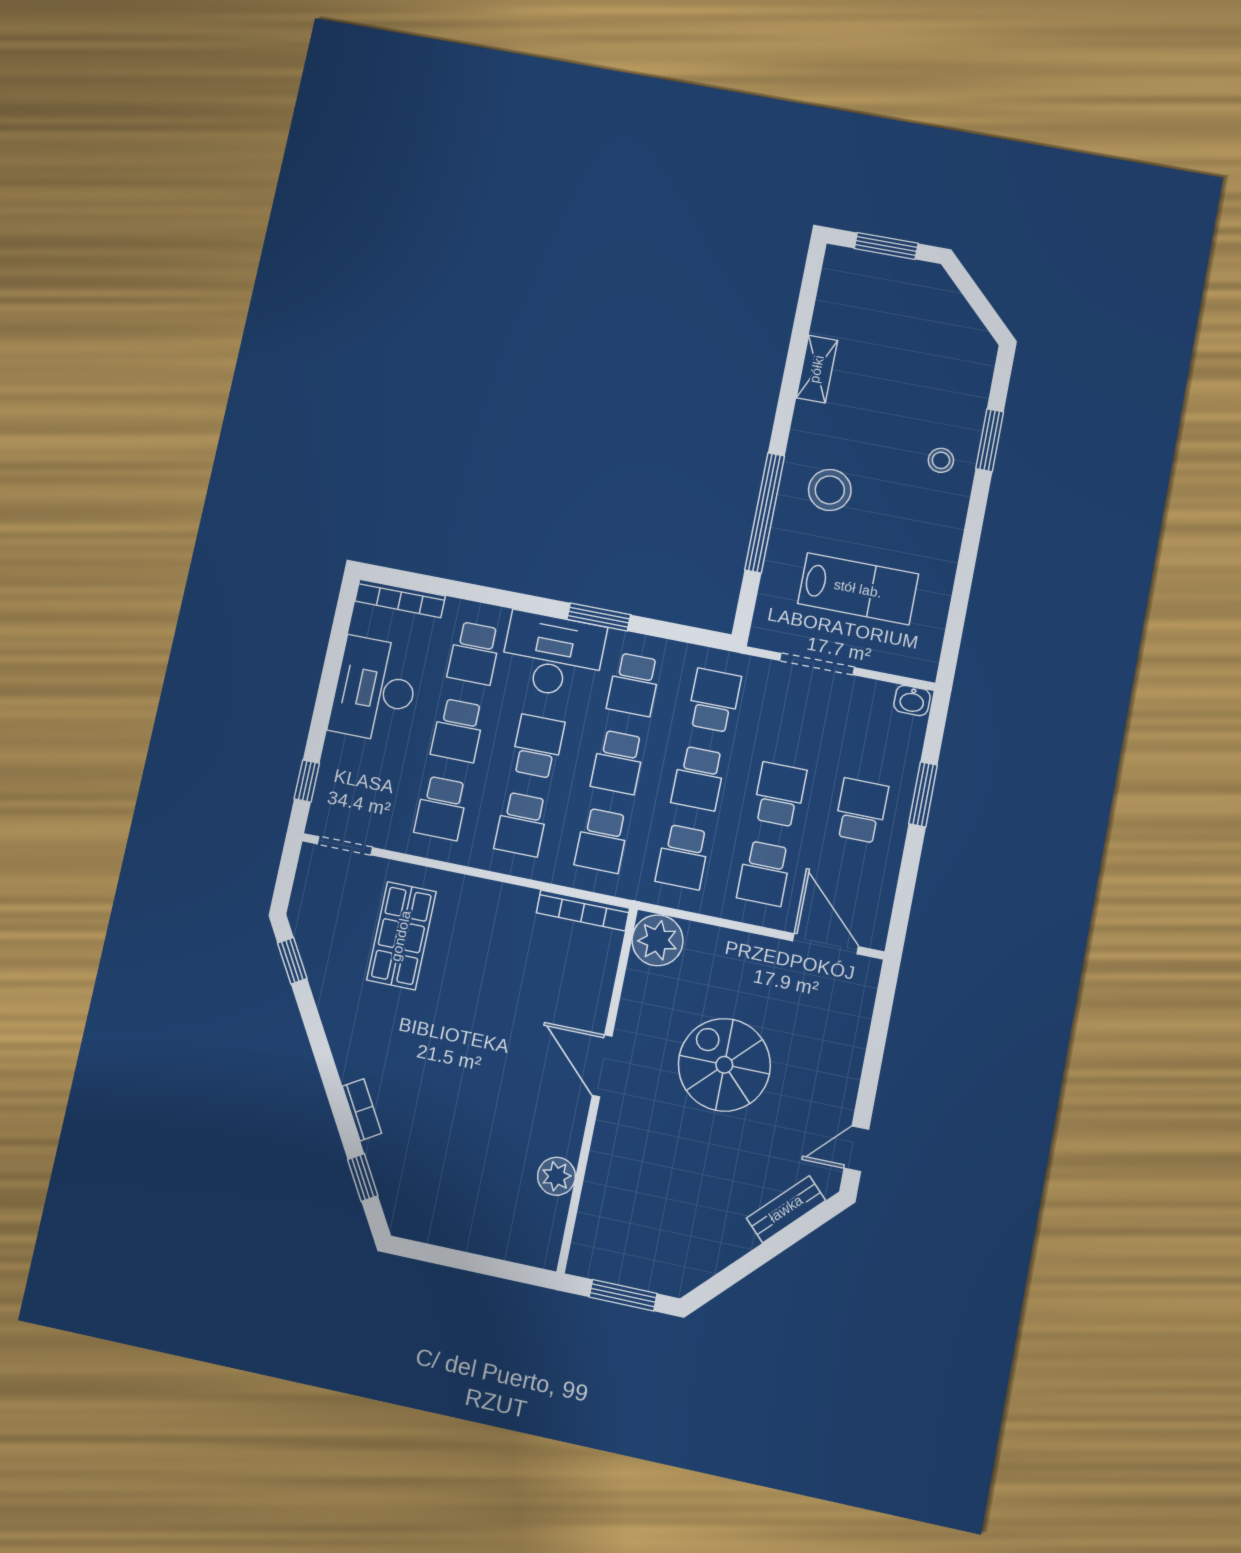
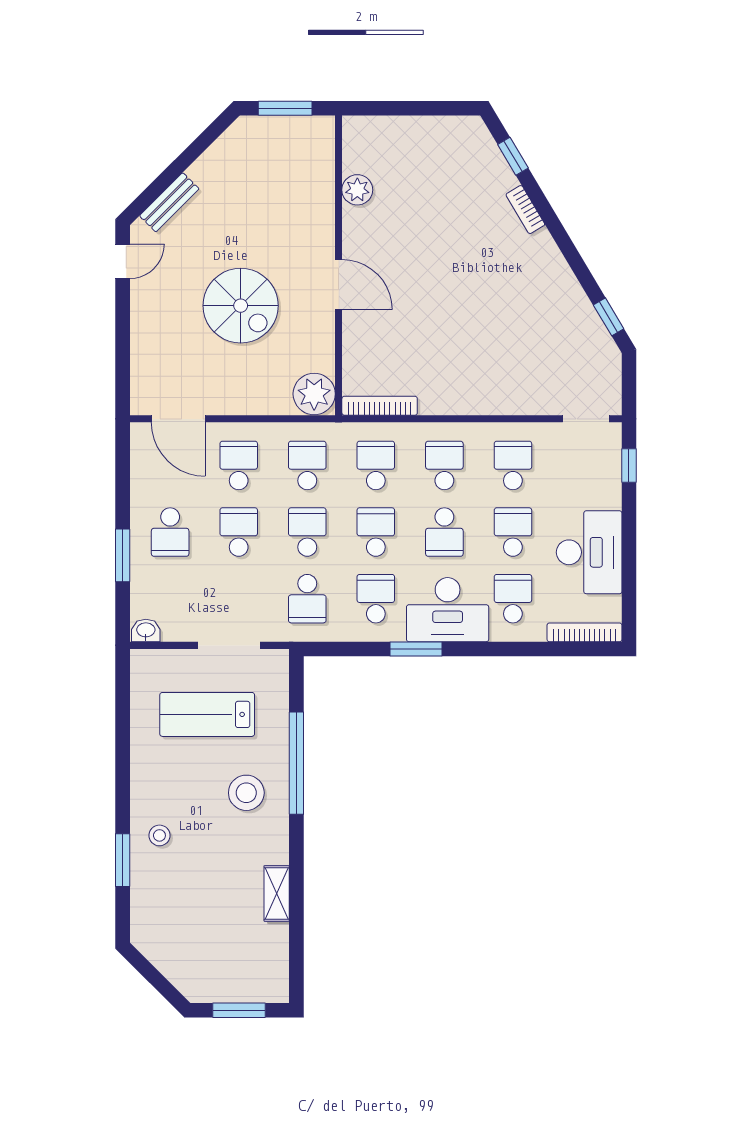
school desk: (780, 794) -> (239, 532), turned 180
shop shelf: (401, 936) -> (523, 355), removed

